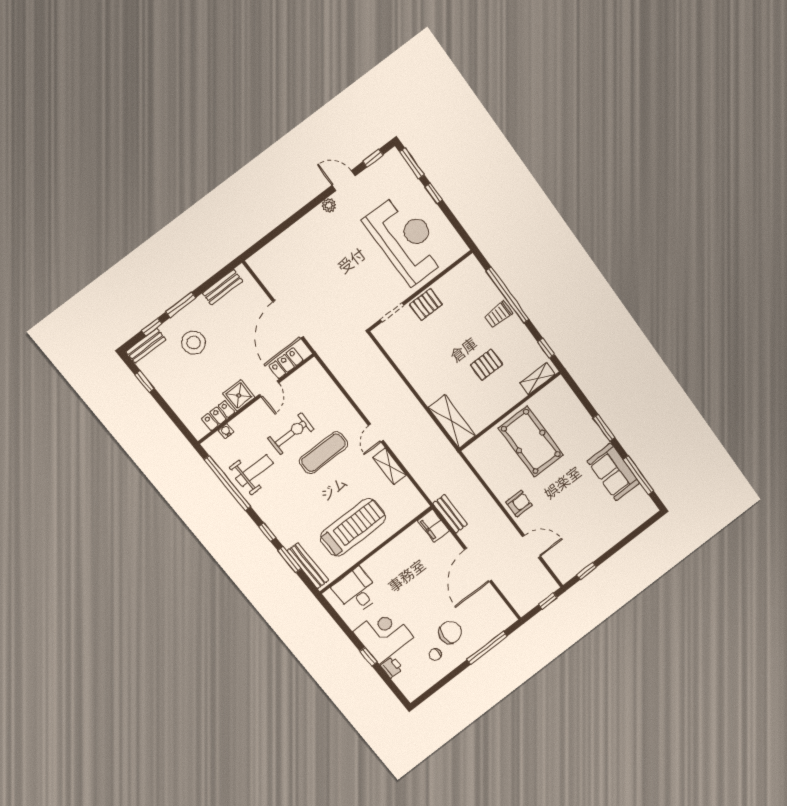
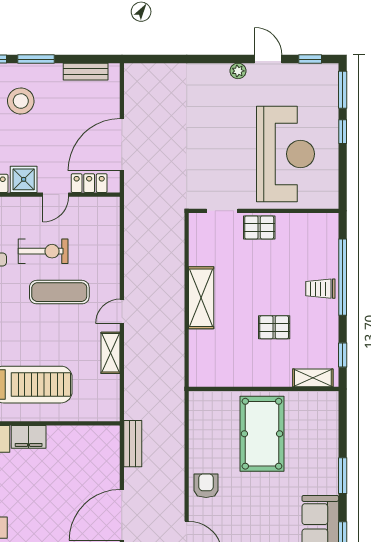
shelving: (452, 421) -> (201, 298), moved
armchair: (519, 504) -> (206, 486), turned -90
filing cabinet: (433, 526) -> (29, 437), moved, turned -90

